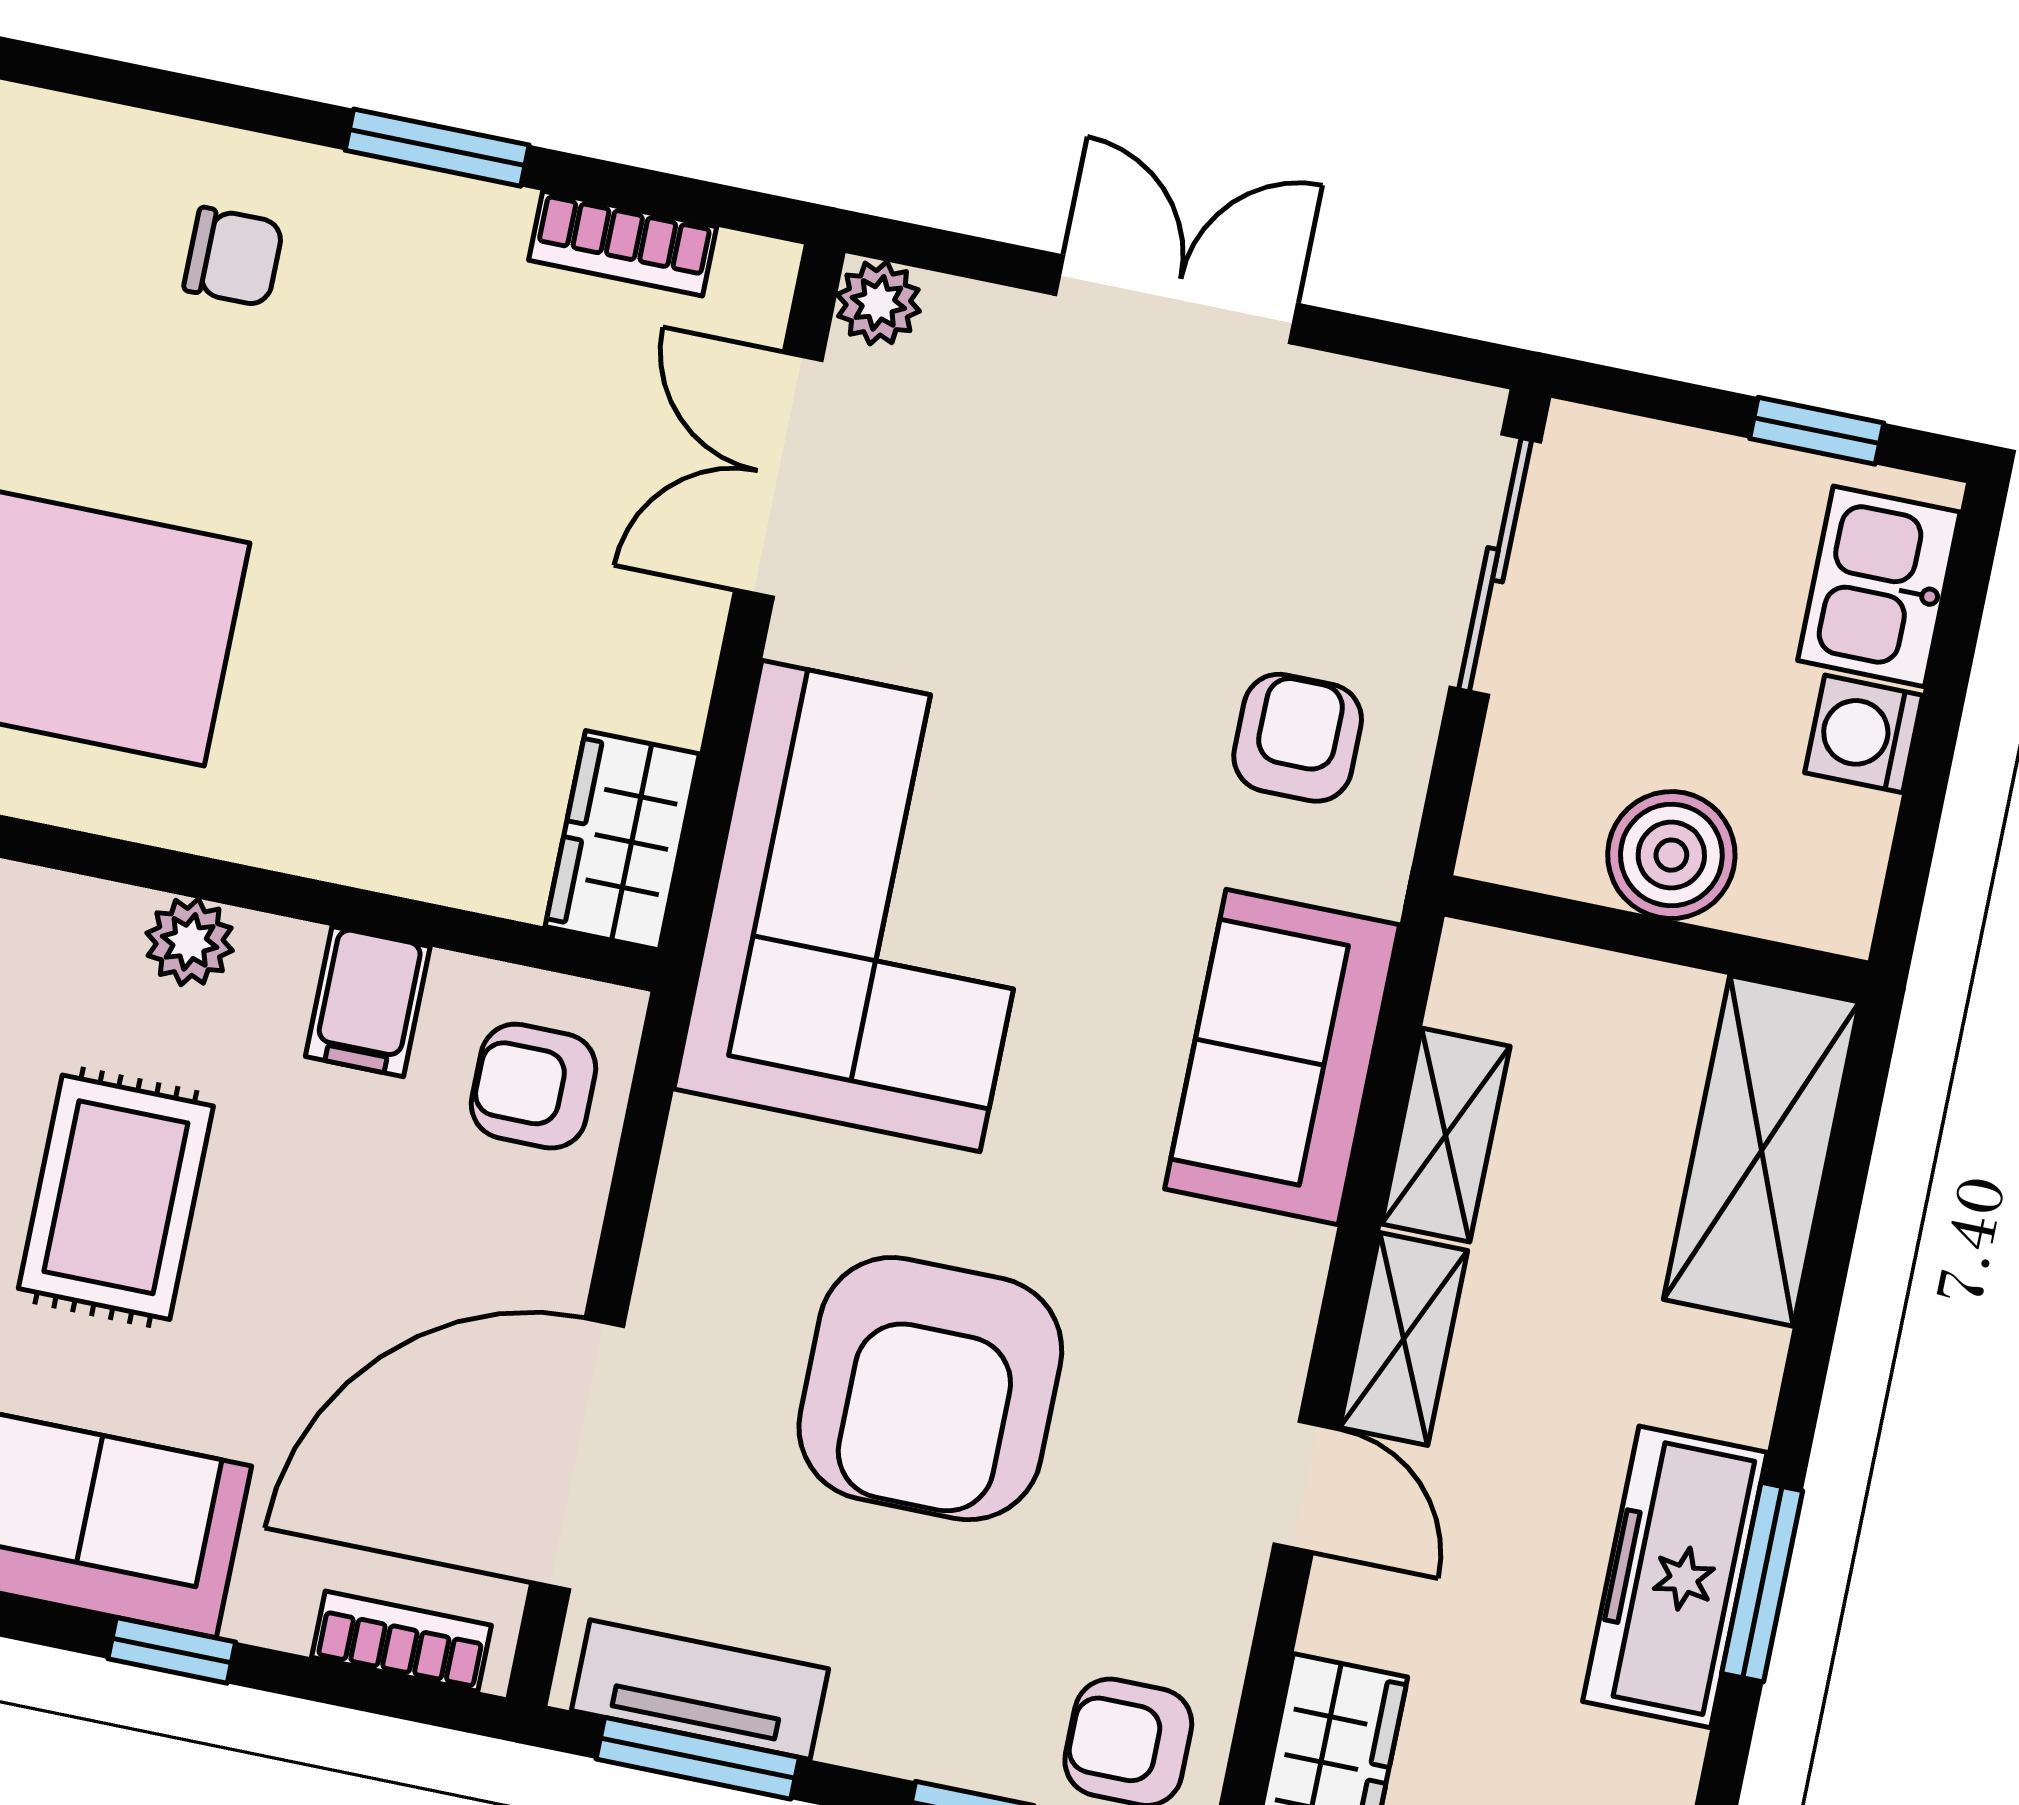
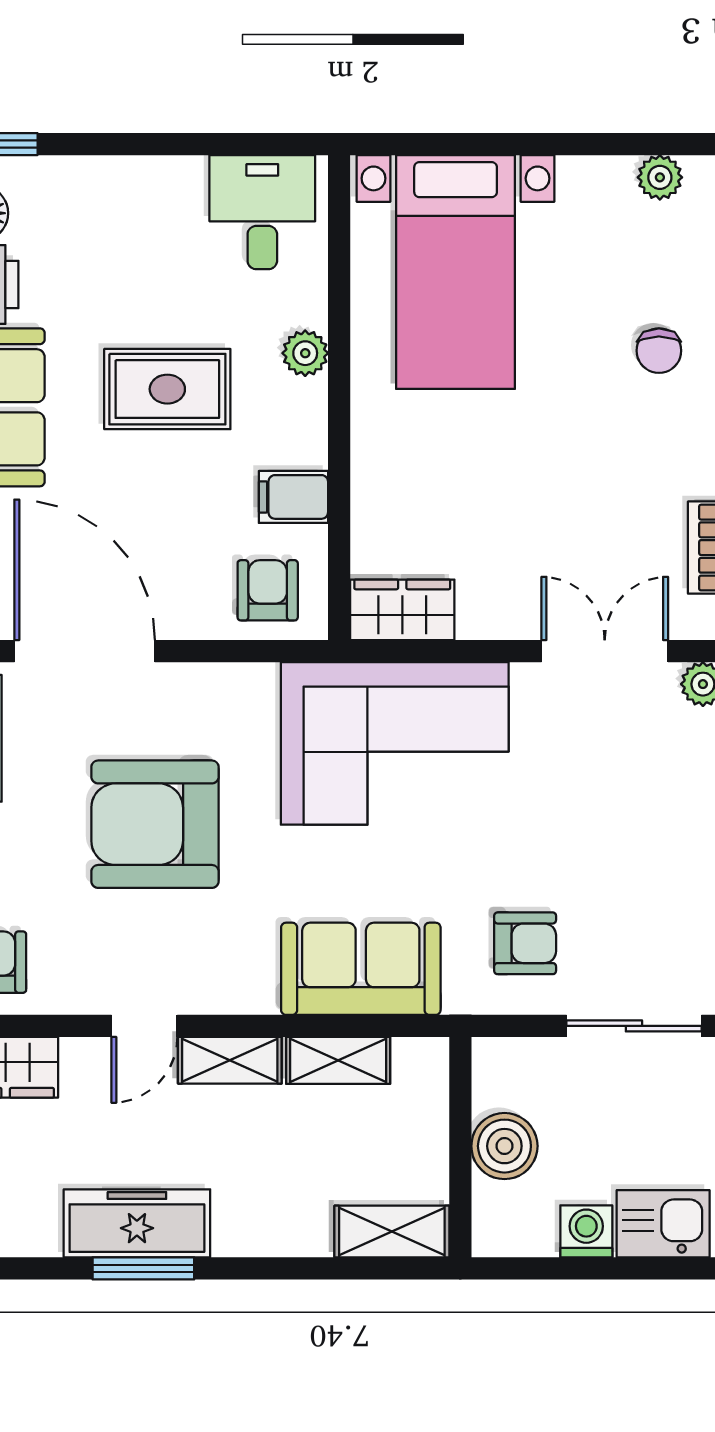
plant: (190, 942) -> (305, 353), moved
shelving: (1761, 1151) -> (392, 1232), width x0.67, depth x0.75

